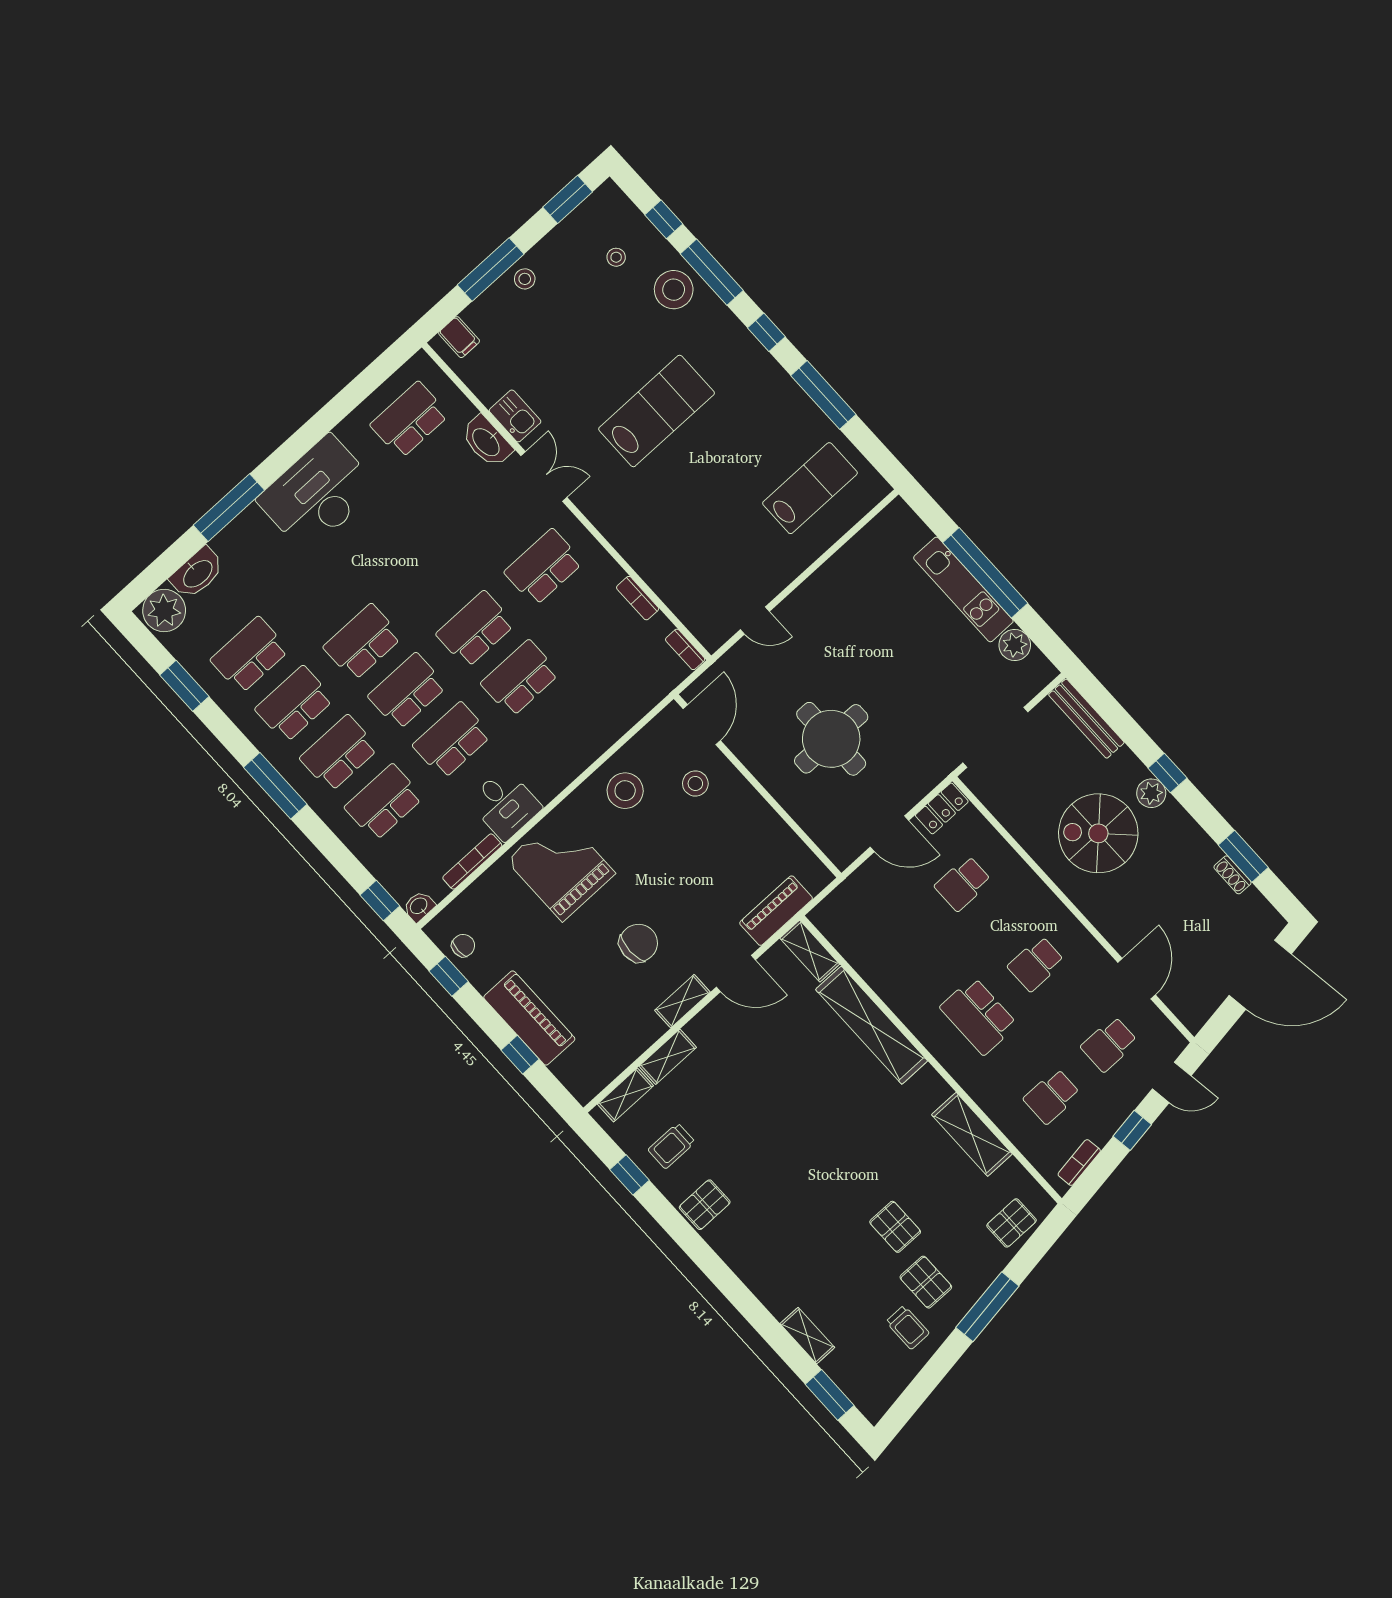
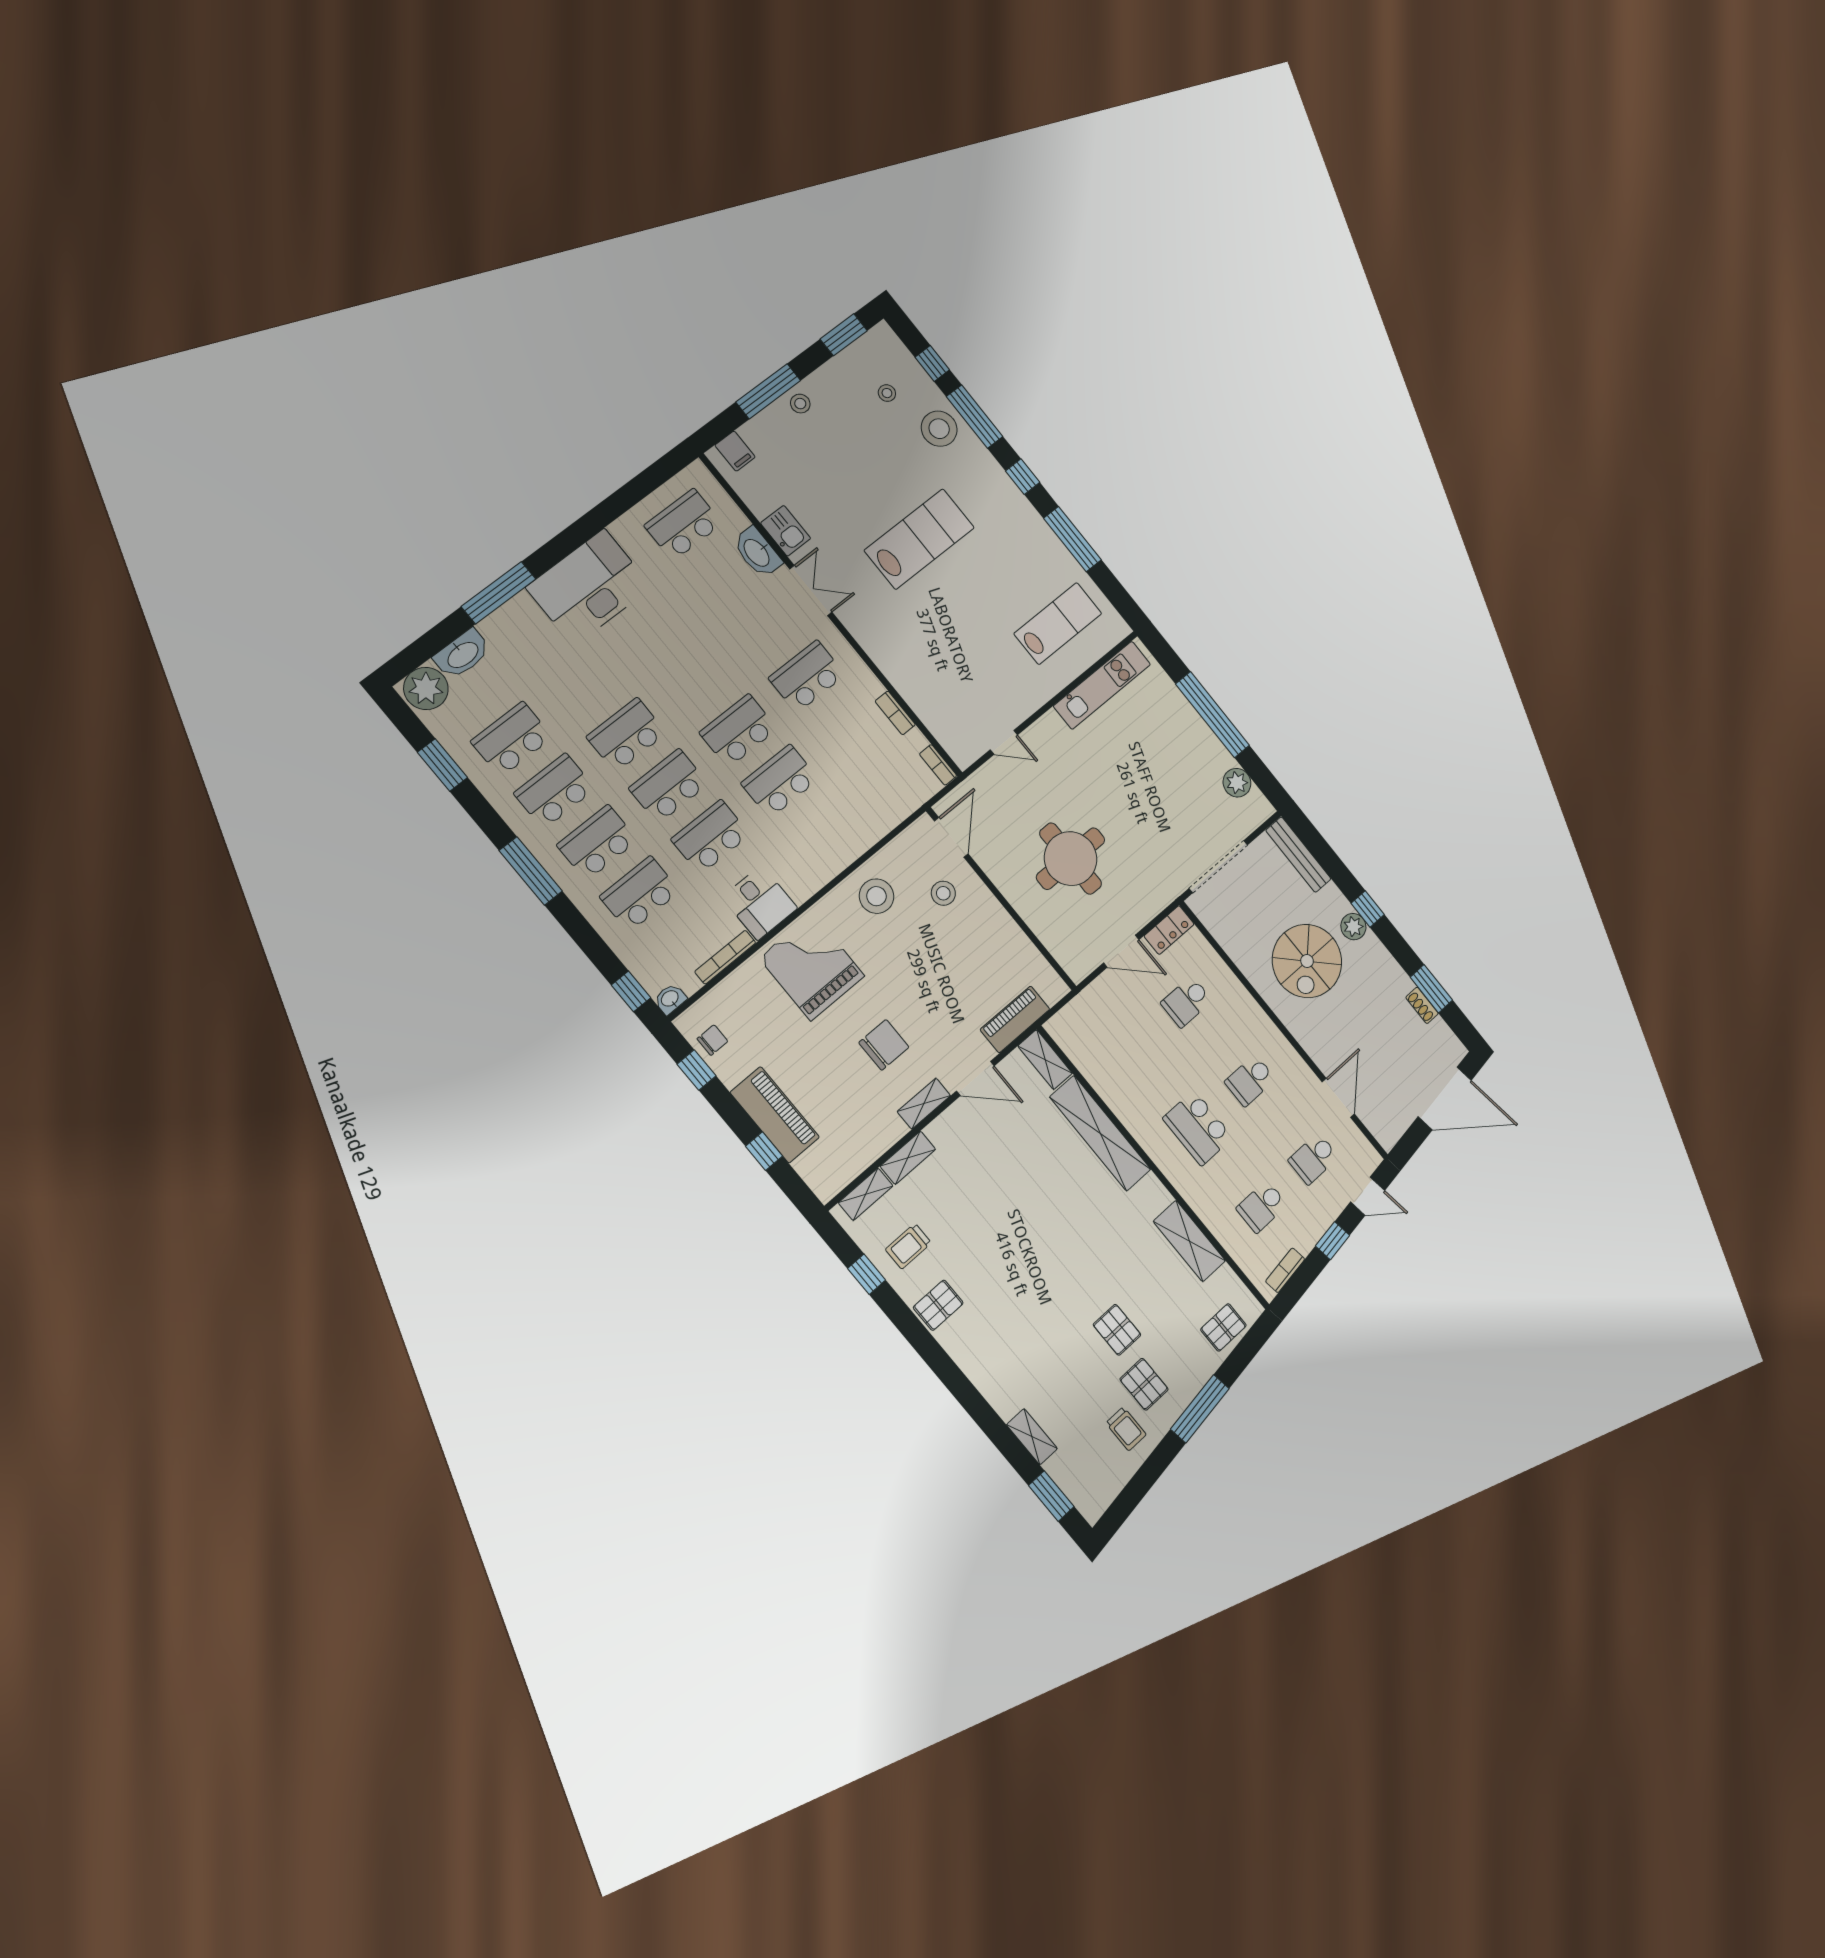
kitchen unit: (963, 589) -> (1102, 685), moved, turned -90
spiral stairs: (1098, 833) -> (1307, 961), turned -90

